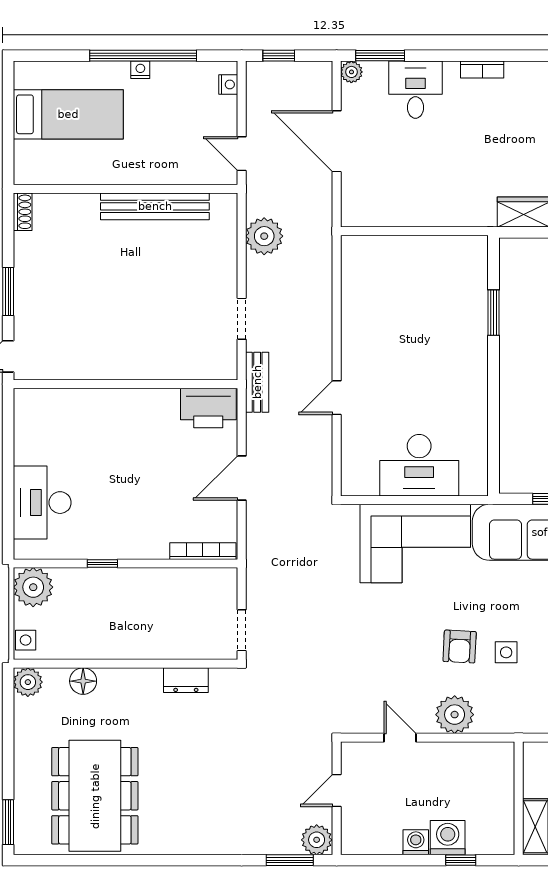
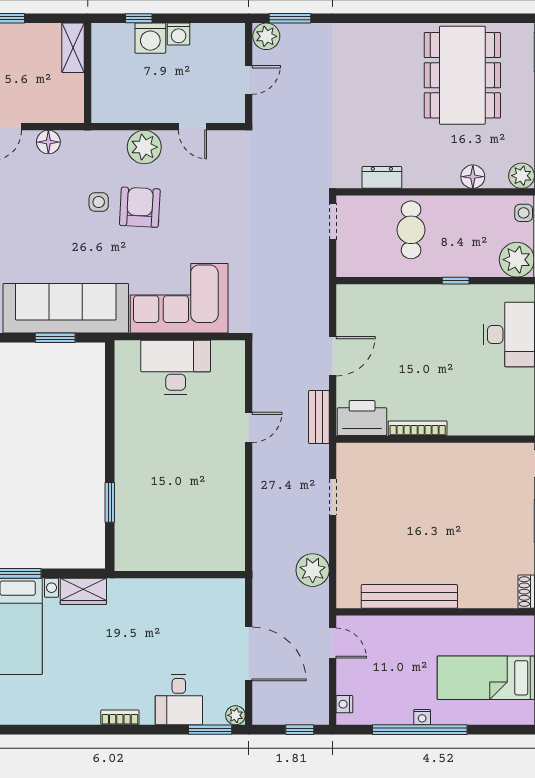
bench: (257, 382) -> (319, 417), moved
bookcase: (203, 551) -> (418, 428), moved, turned 180
cafe table: (153, 621) -> (411, 230), added
armchair: (460, 647) -> (140, 207), width x1.38, depth x1.38

